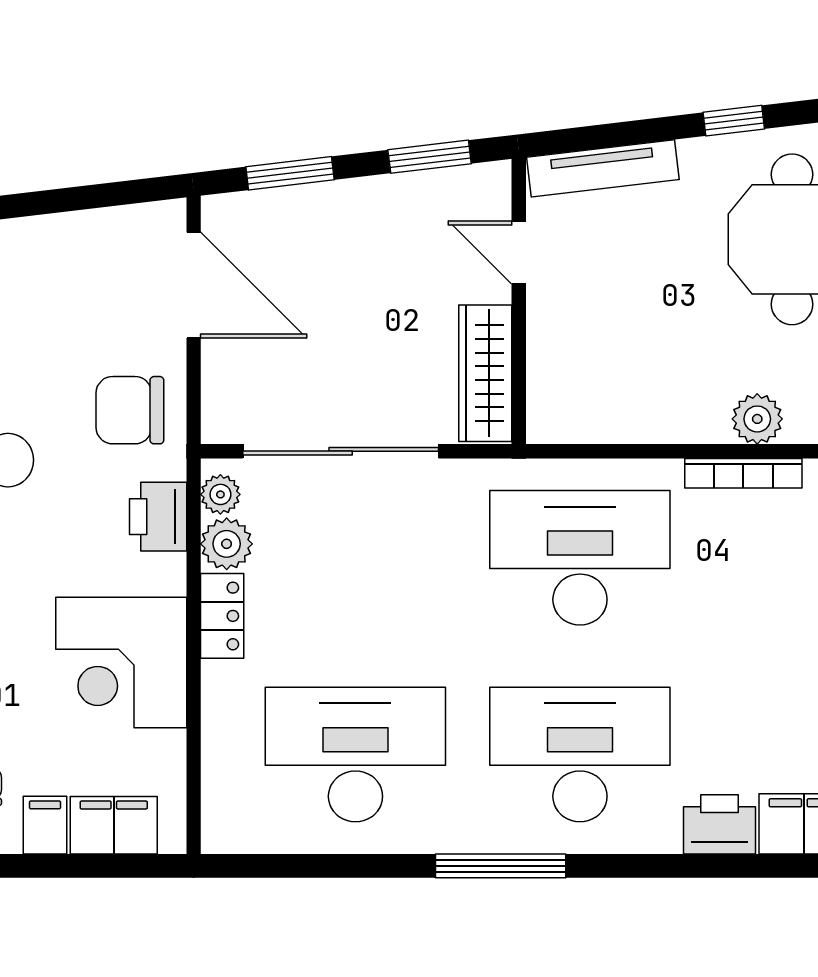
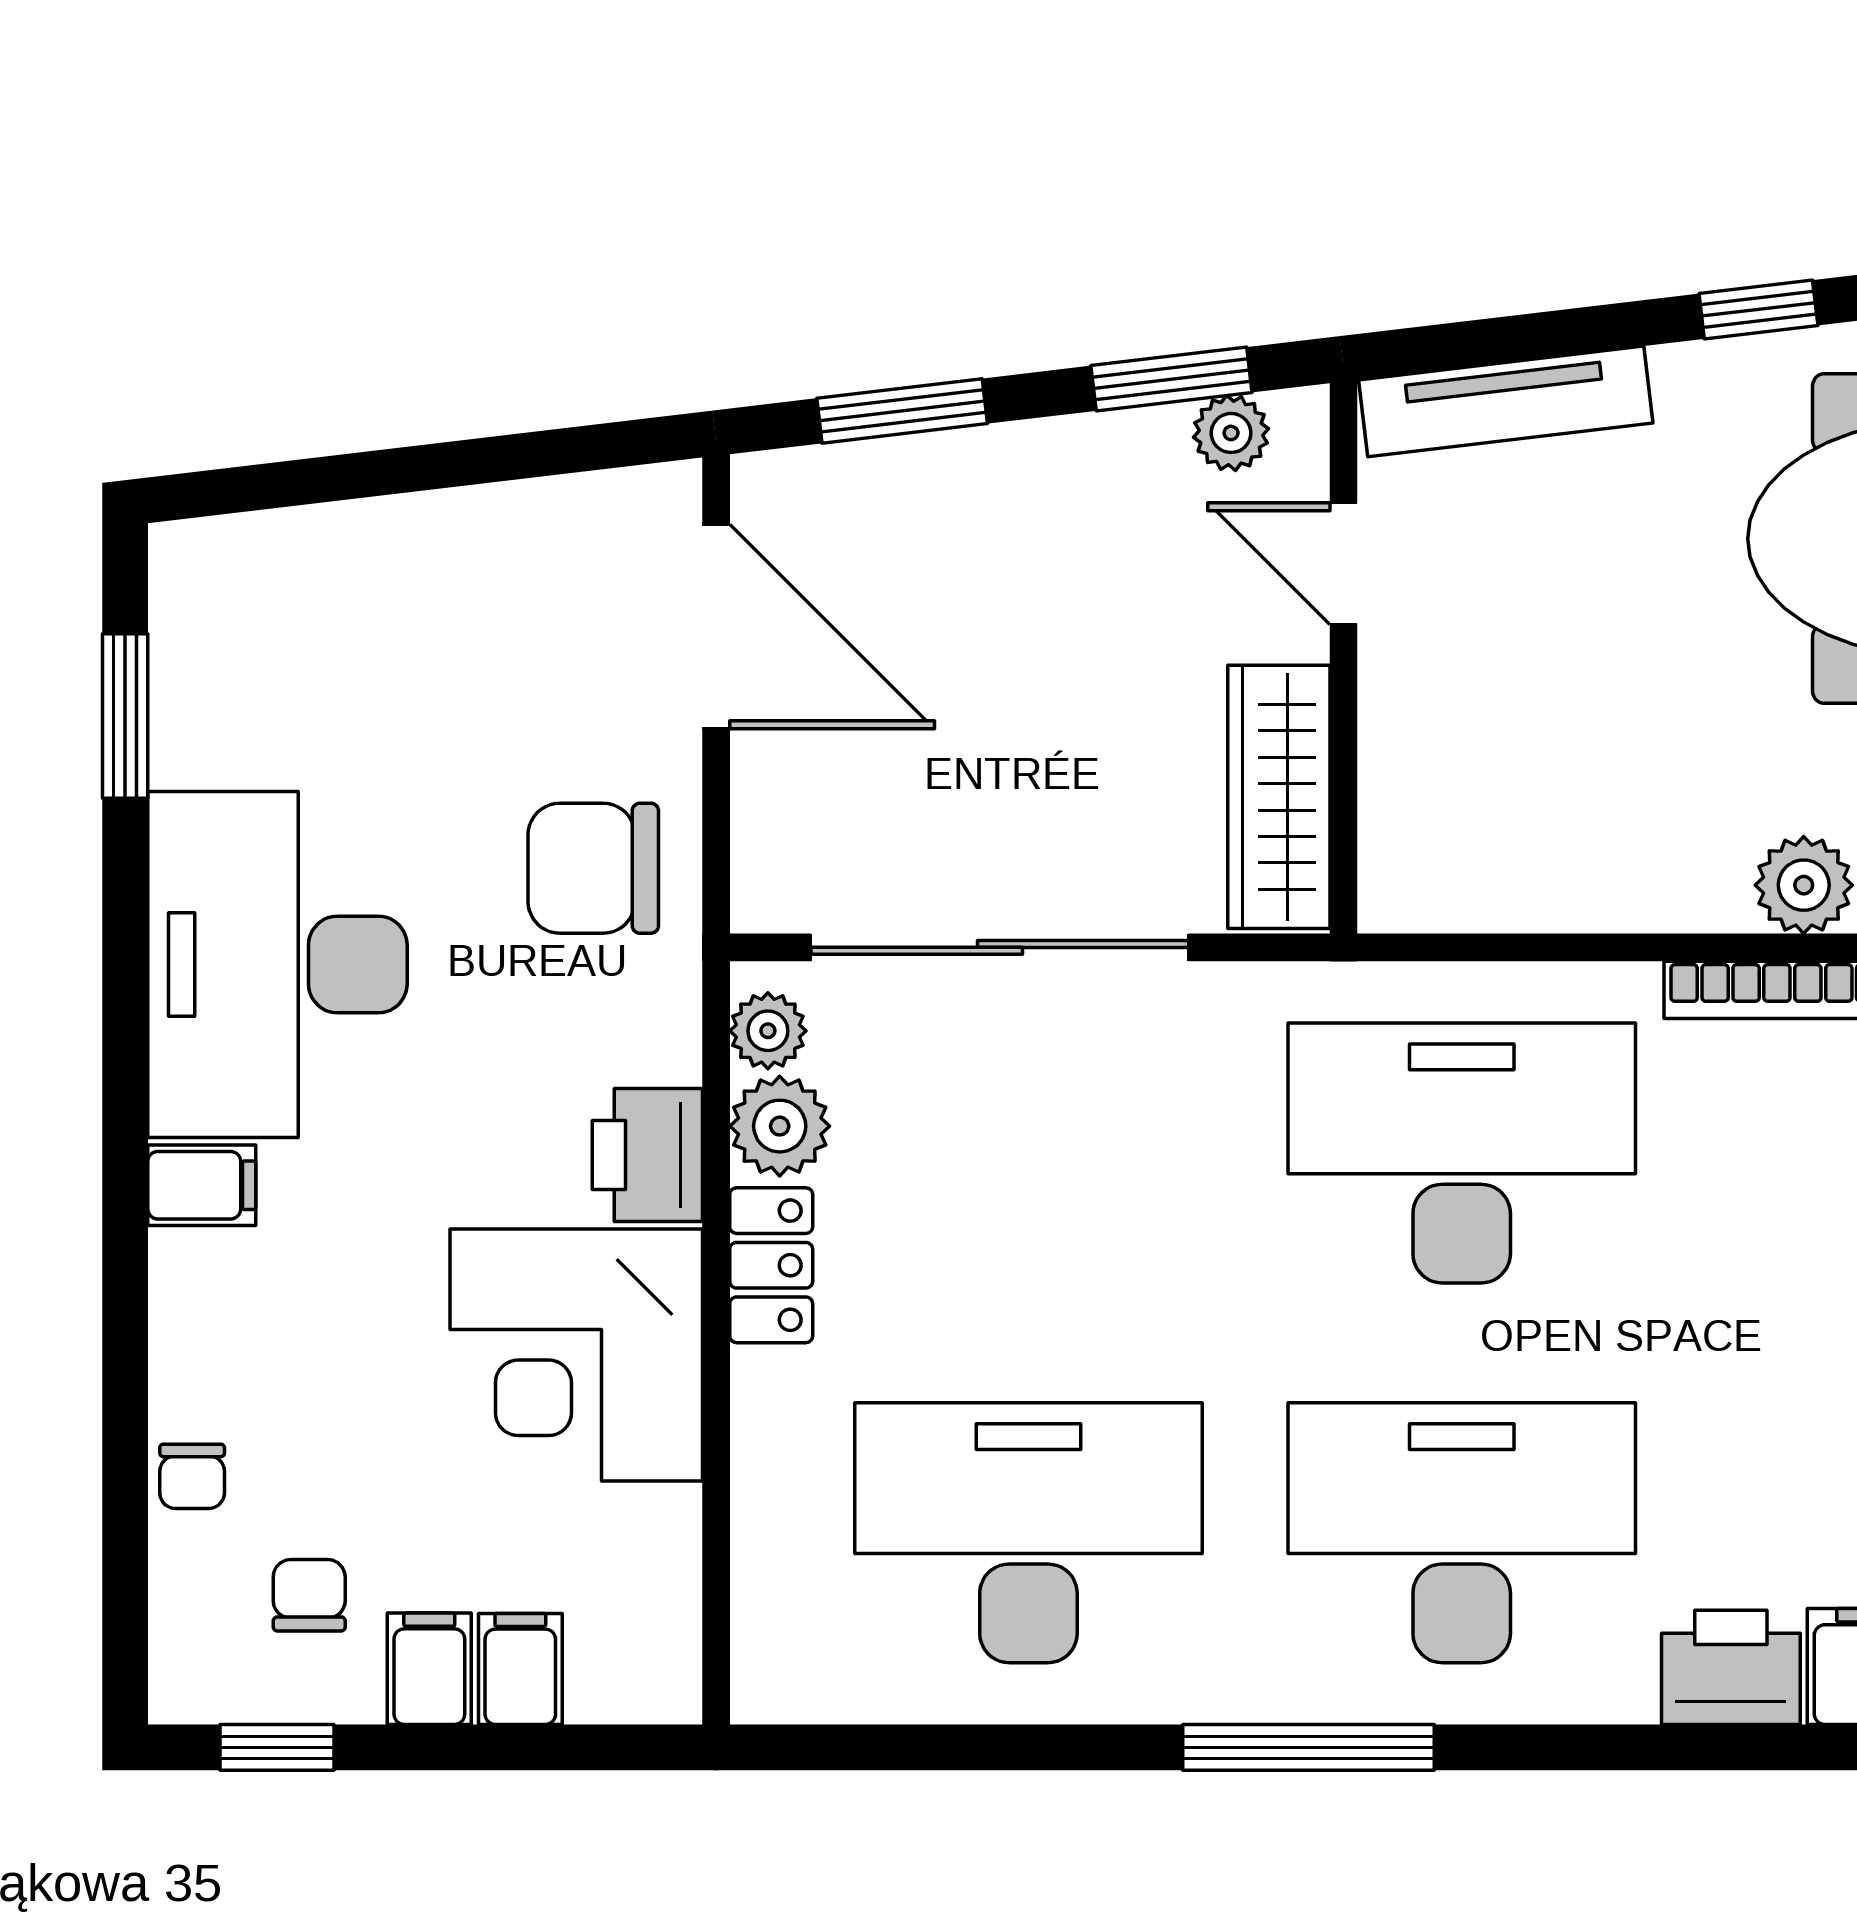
plant: (460, 185) -> (1231, 433), added
printer: (158, 517) -> (647, 1155), moved
filing cabinet: (114, 825) -> (520, 1669), width x0.50

